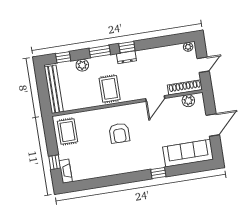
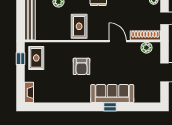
door: (155, 99) -> (118, 41), swing flipped
sofa: (188, 153) -> (112, 94), moved
window: (54, 162) -> (21, 59), moved

